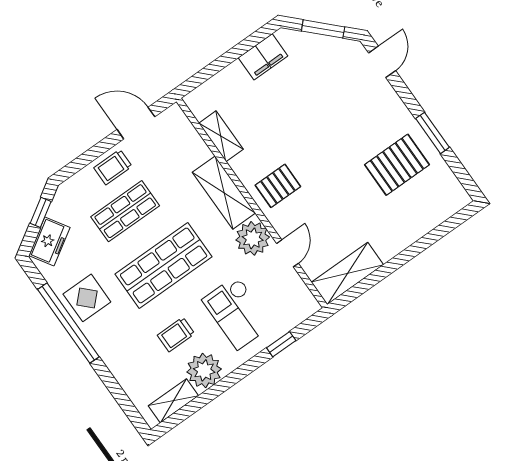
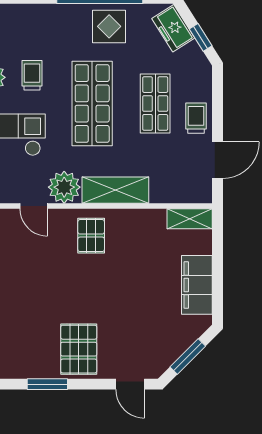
filing cabinet: (263, 57) -> (197, 285), width x1.50, depth x1.17
shelving: (221, 136) -> (190, 219), moved
pallet: (397, 165) -> (79, 349), moved

